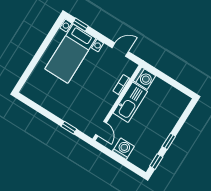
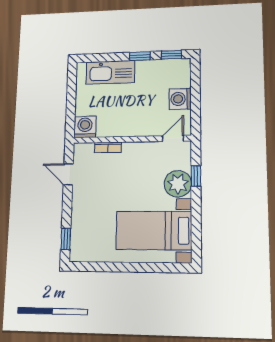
bed with nightstands: (70, 54) -> (154, 230), moved, turned 180
kitchen sink: (130, 102) -> (110, 72), moved, turned 180
plant: (71, 114) -> (178, 184), added

